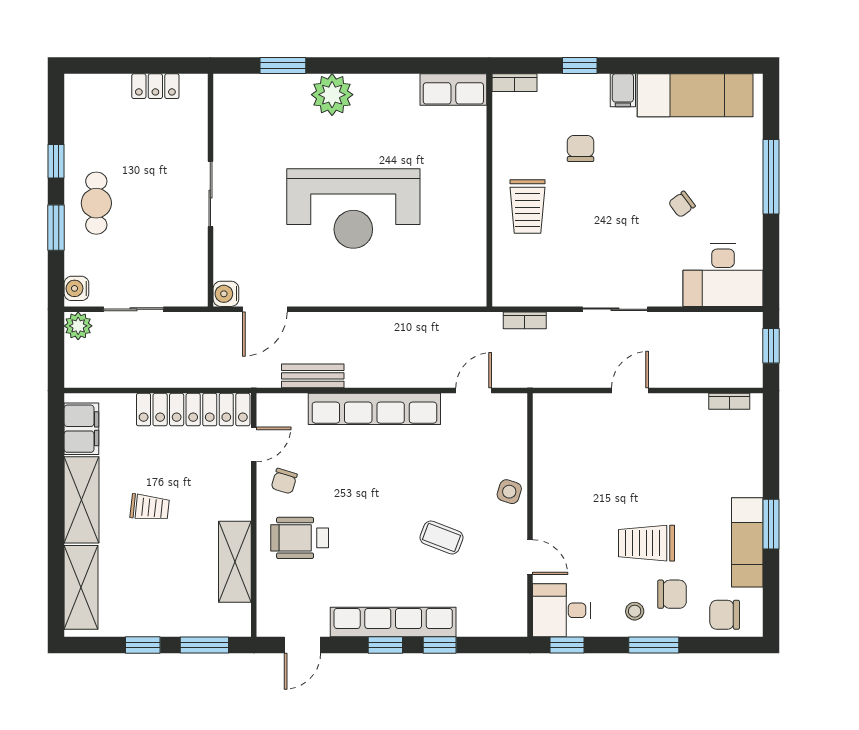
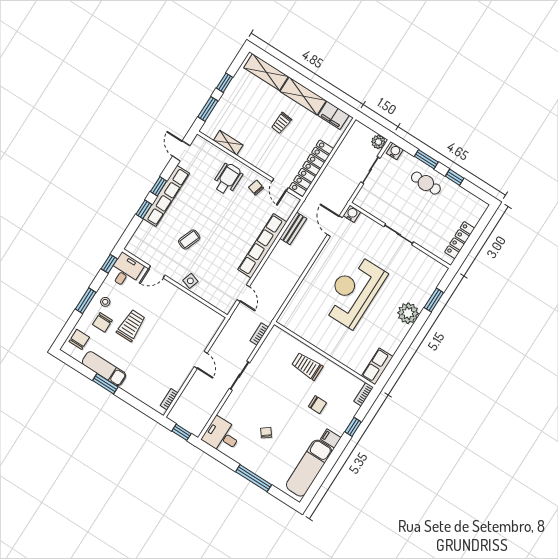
locker: (155, 86) -> (460, 240), width x1.53
desk: (723, 275) -> (222, 436), width x0.73
shelving: (235, 562) -> (228, 143), width x0.67, depth x0.75

